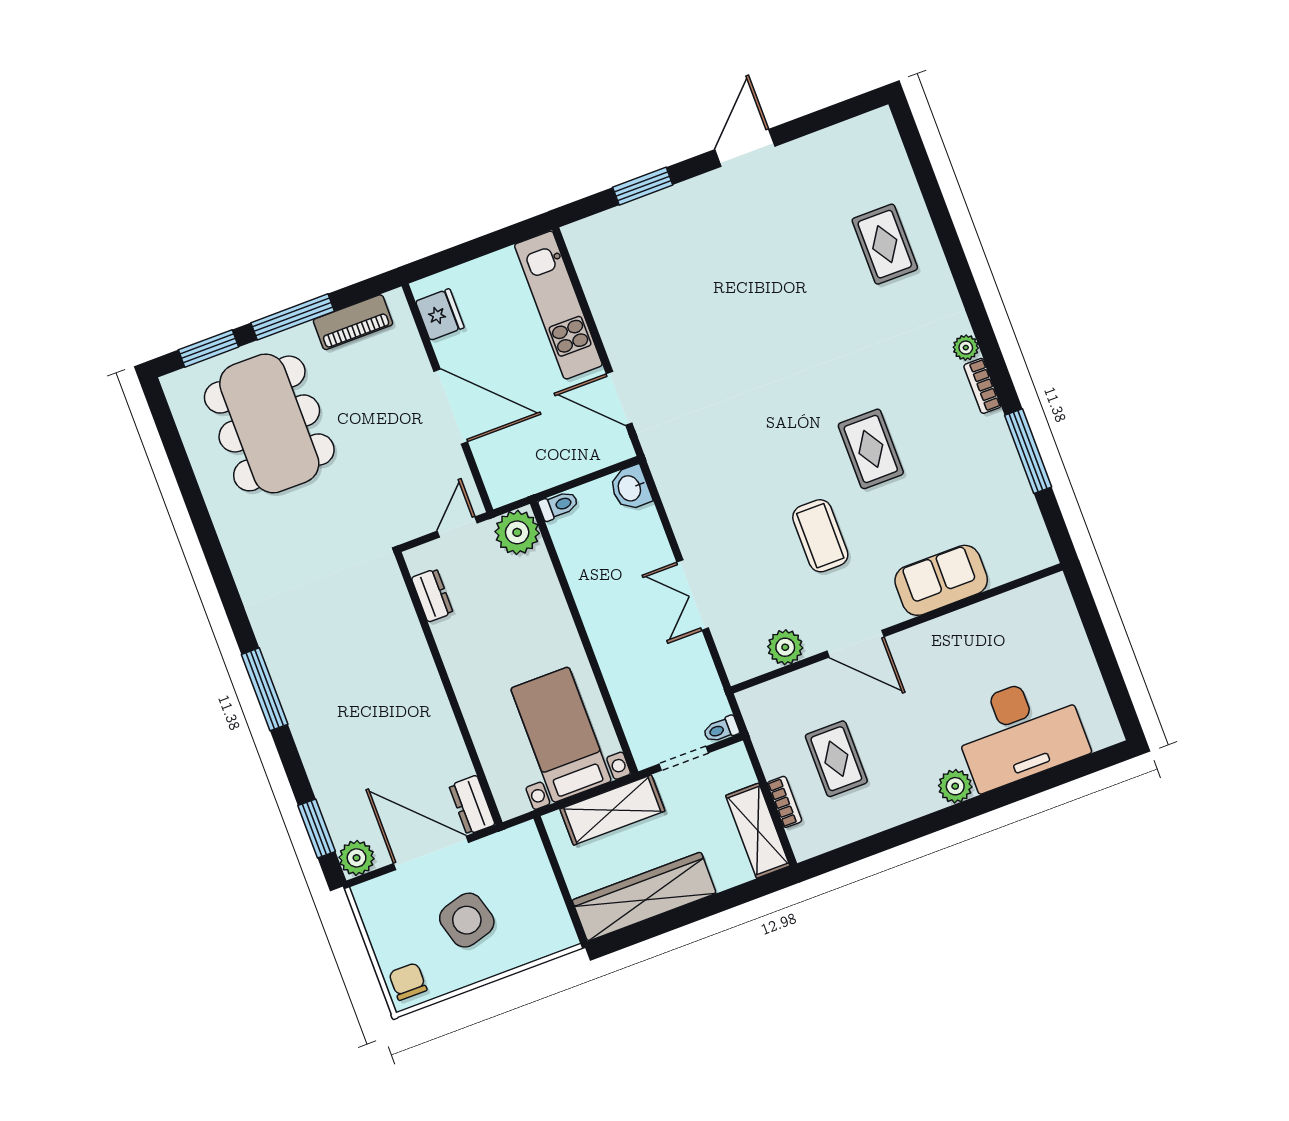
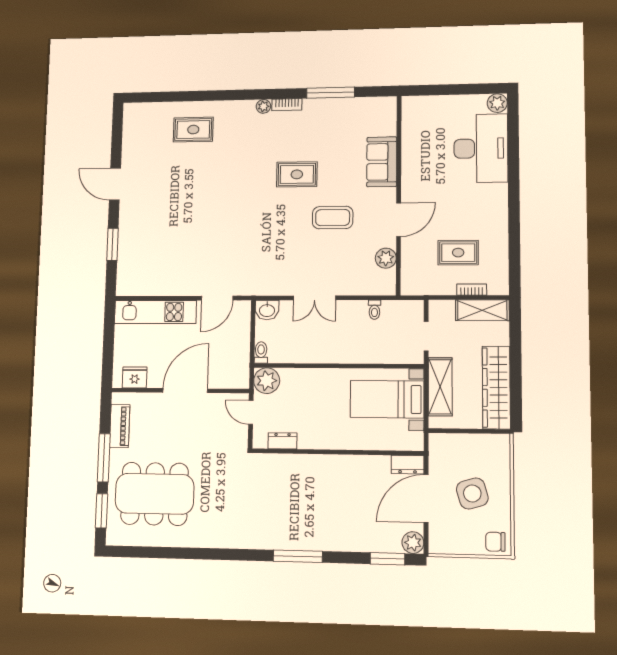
double door: (693, 595) -> (314, 298), moved
toilet: (721, 729) -> (374, 310), moved
plant: (955, 786) -> (497, 103), moved

